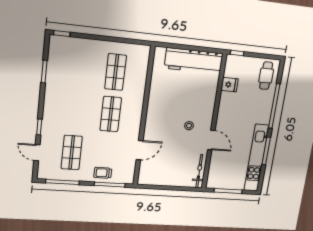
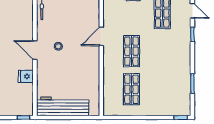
fridge: (230, 85) -> (26, 76), moved
door: (211, 140) -> (35, 50), moved
door: (140, 150) -> (101, 36), moved

